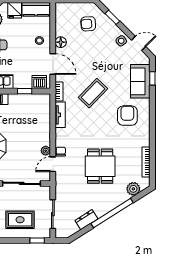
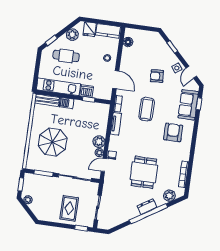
armchair: (88, 24) -> (157, 76), moved
floor lamp: (61, 42) -> (128, 42), moved
door: (139, 43) -> (191, 72), swing flipped
dishwasher: (39, 82) -> (87, 91), moved
coffee table: (93, 93) -> (147, 109), turned -44
plant: (43, 138) -> (99, 142), added
rug: (20, 220) -> (69, 208), turned 90
dresser: (86, 220) -> (147, 207), moved

